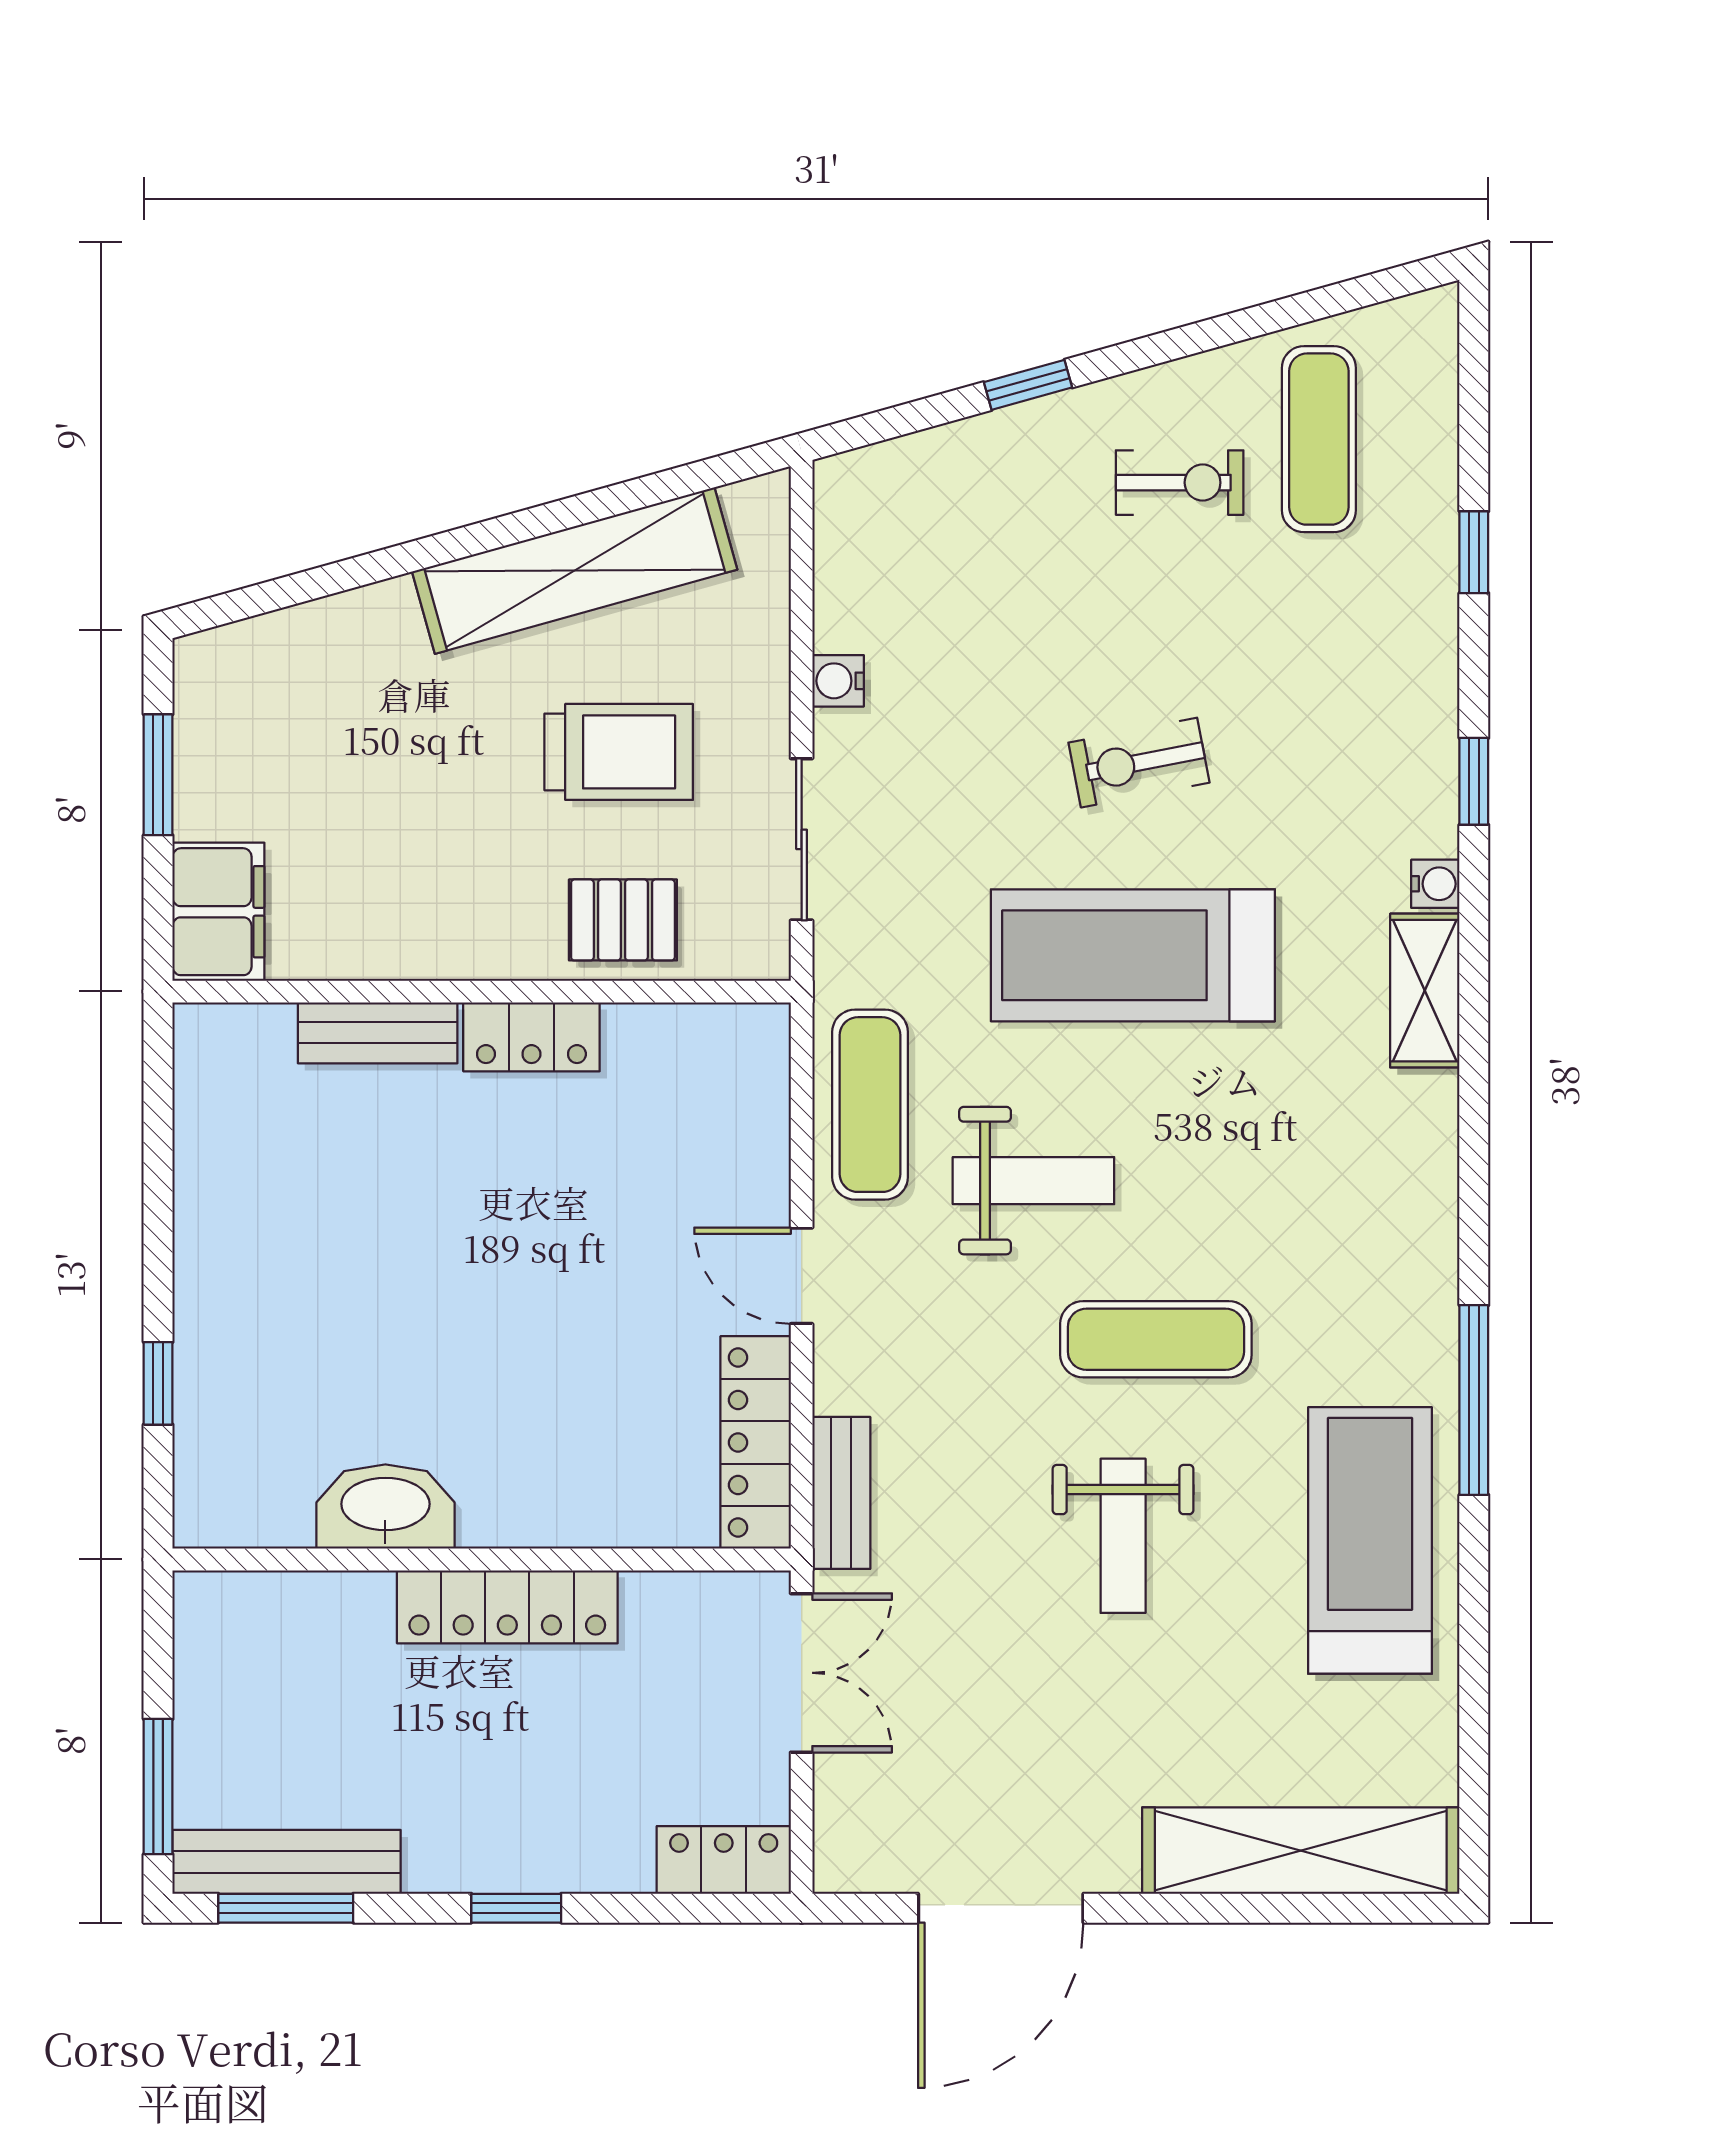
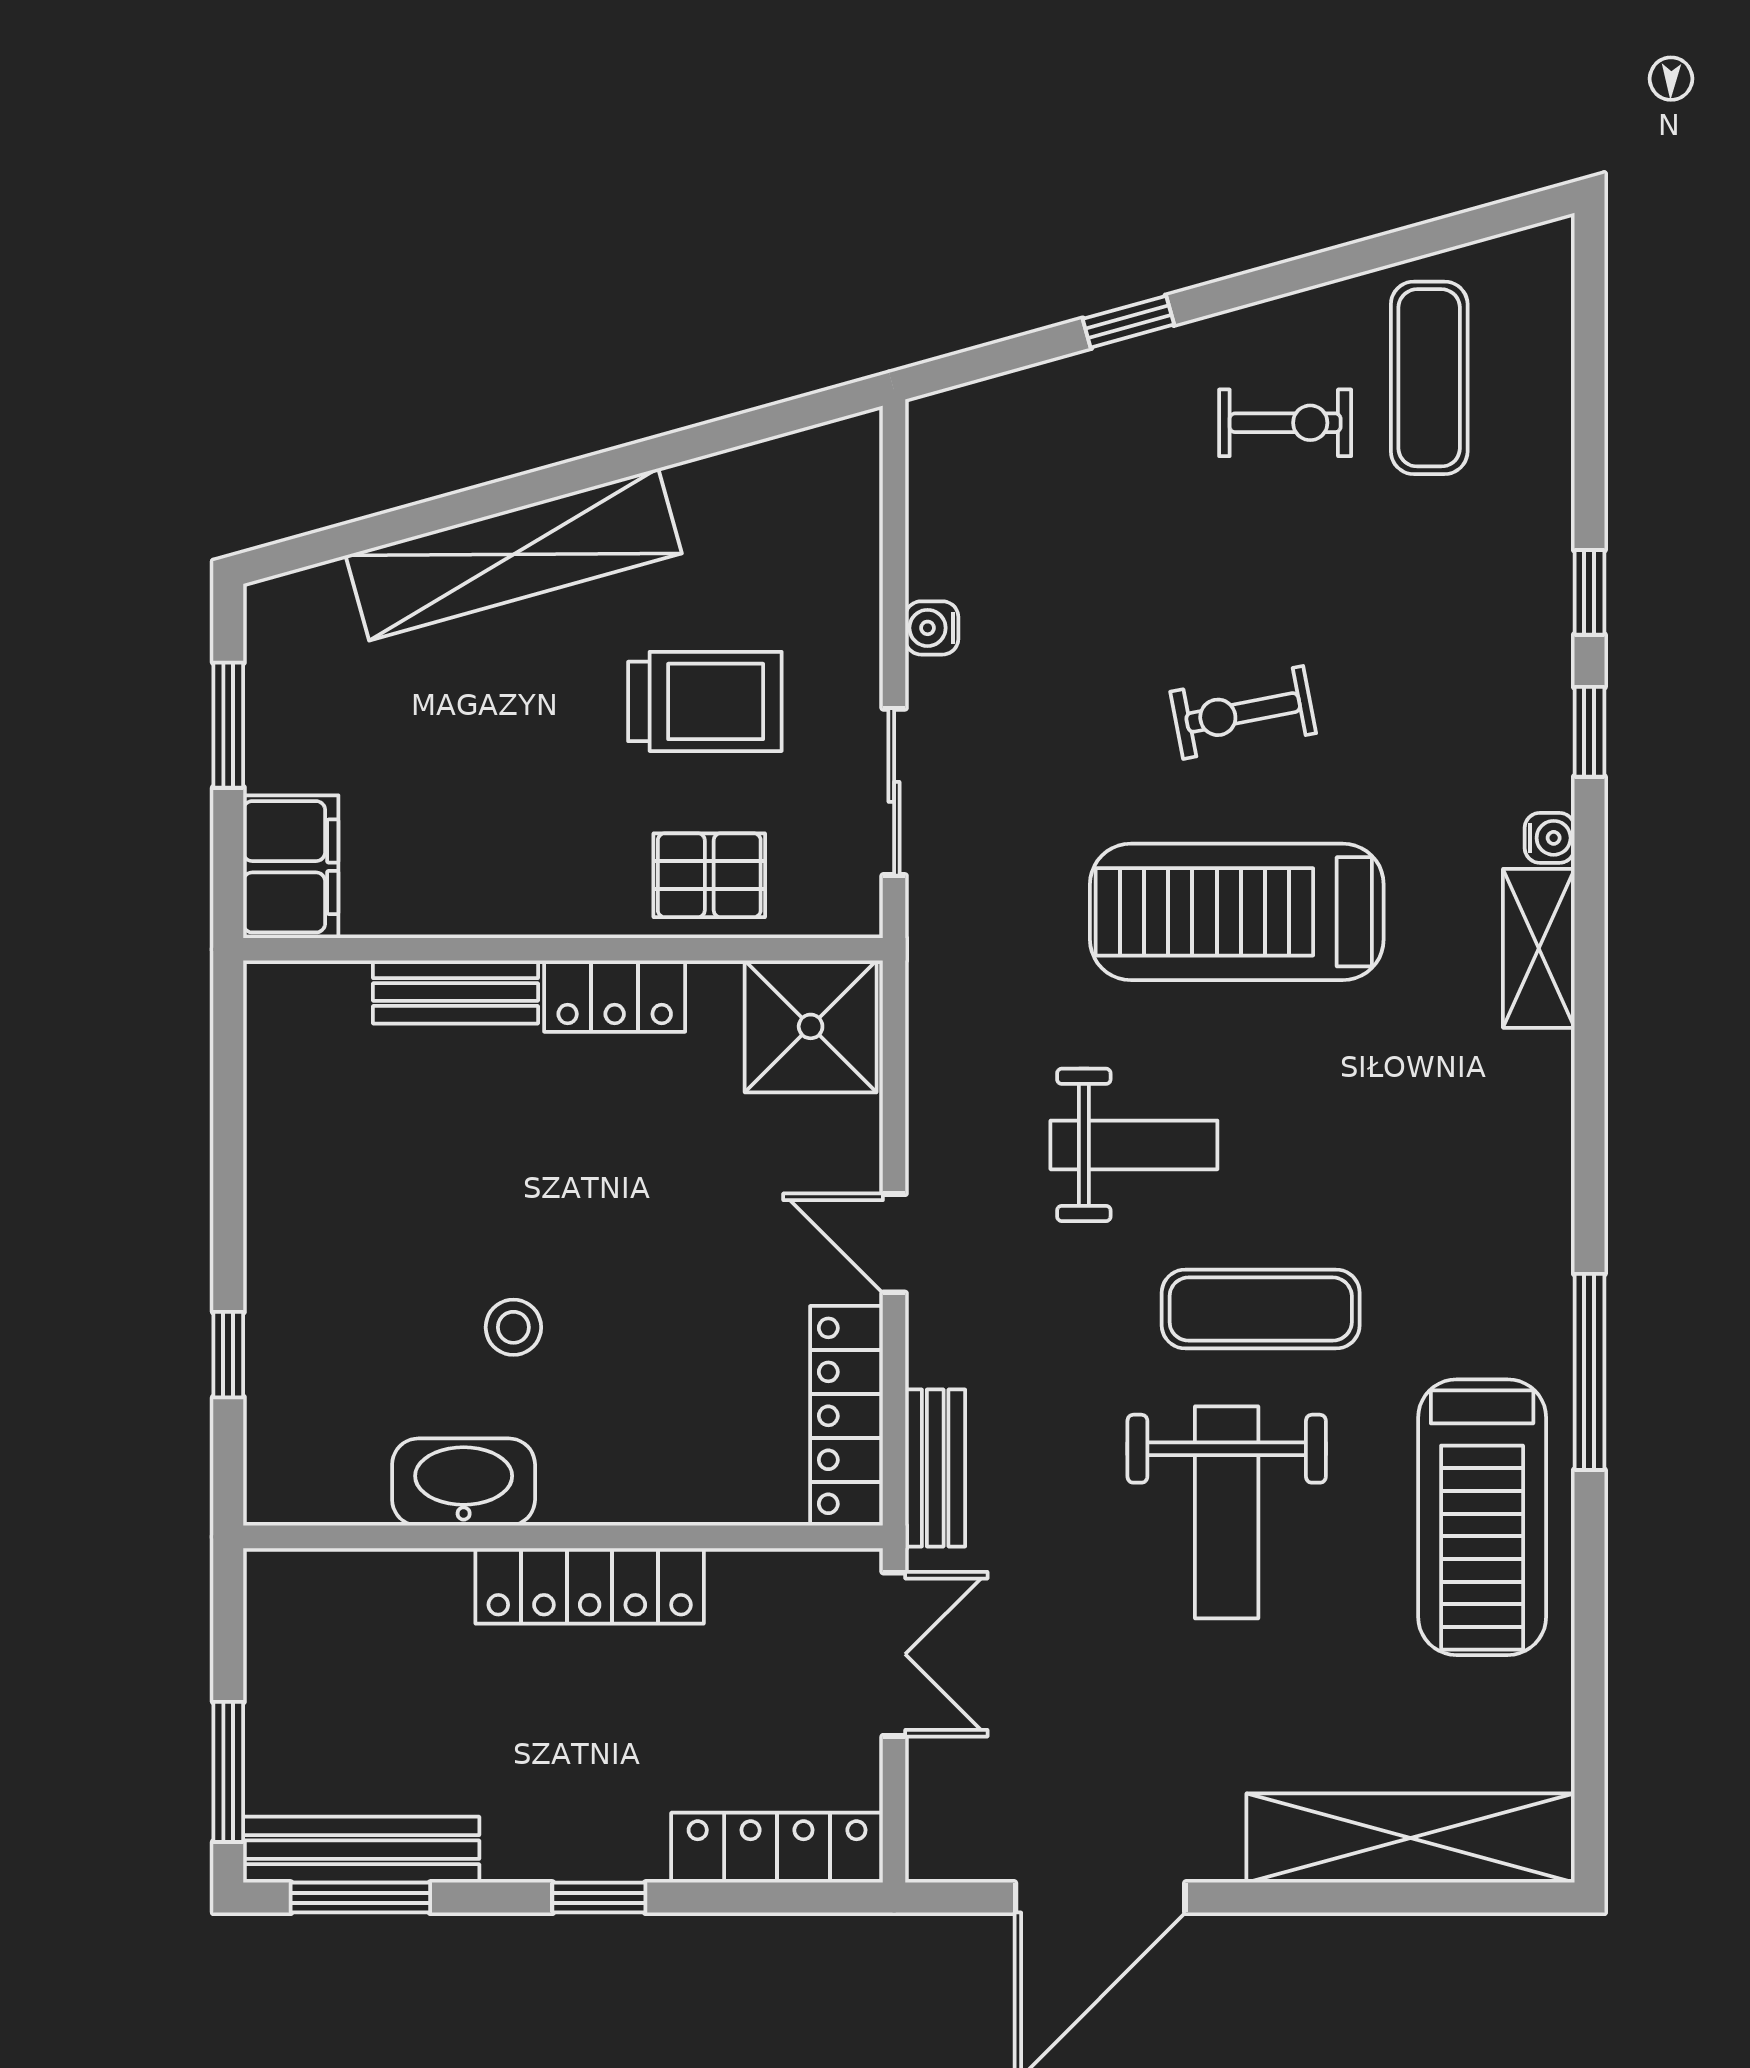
window: (1474, 552) -> (1589, 592), moved
shelving: (575, 571) -> (514, 554), moved
shower: (721, 1066) -> (811, 1026), added
exercise mat: (870, 1105) -> (965, 1066), removed
stool: (434, 1357) -> (513, 1327), added
weight bench: (1123, 1536) -> (1227, 1512), width x1.36, depth x1.33
treadmill: (1370, 1540) -> (1482, 1517), turned 180
locker: (724, 1860) -> (777, 1848), width x1.53

